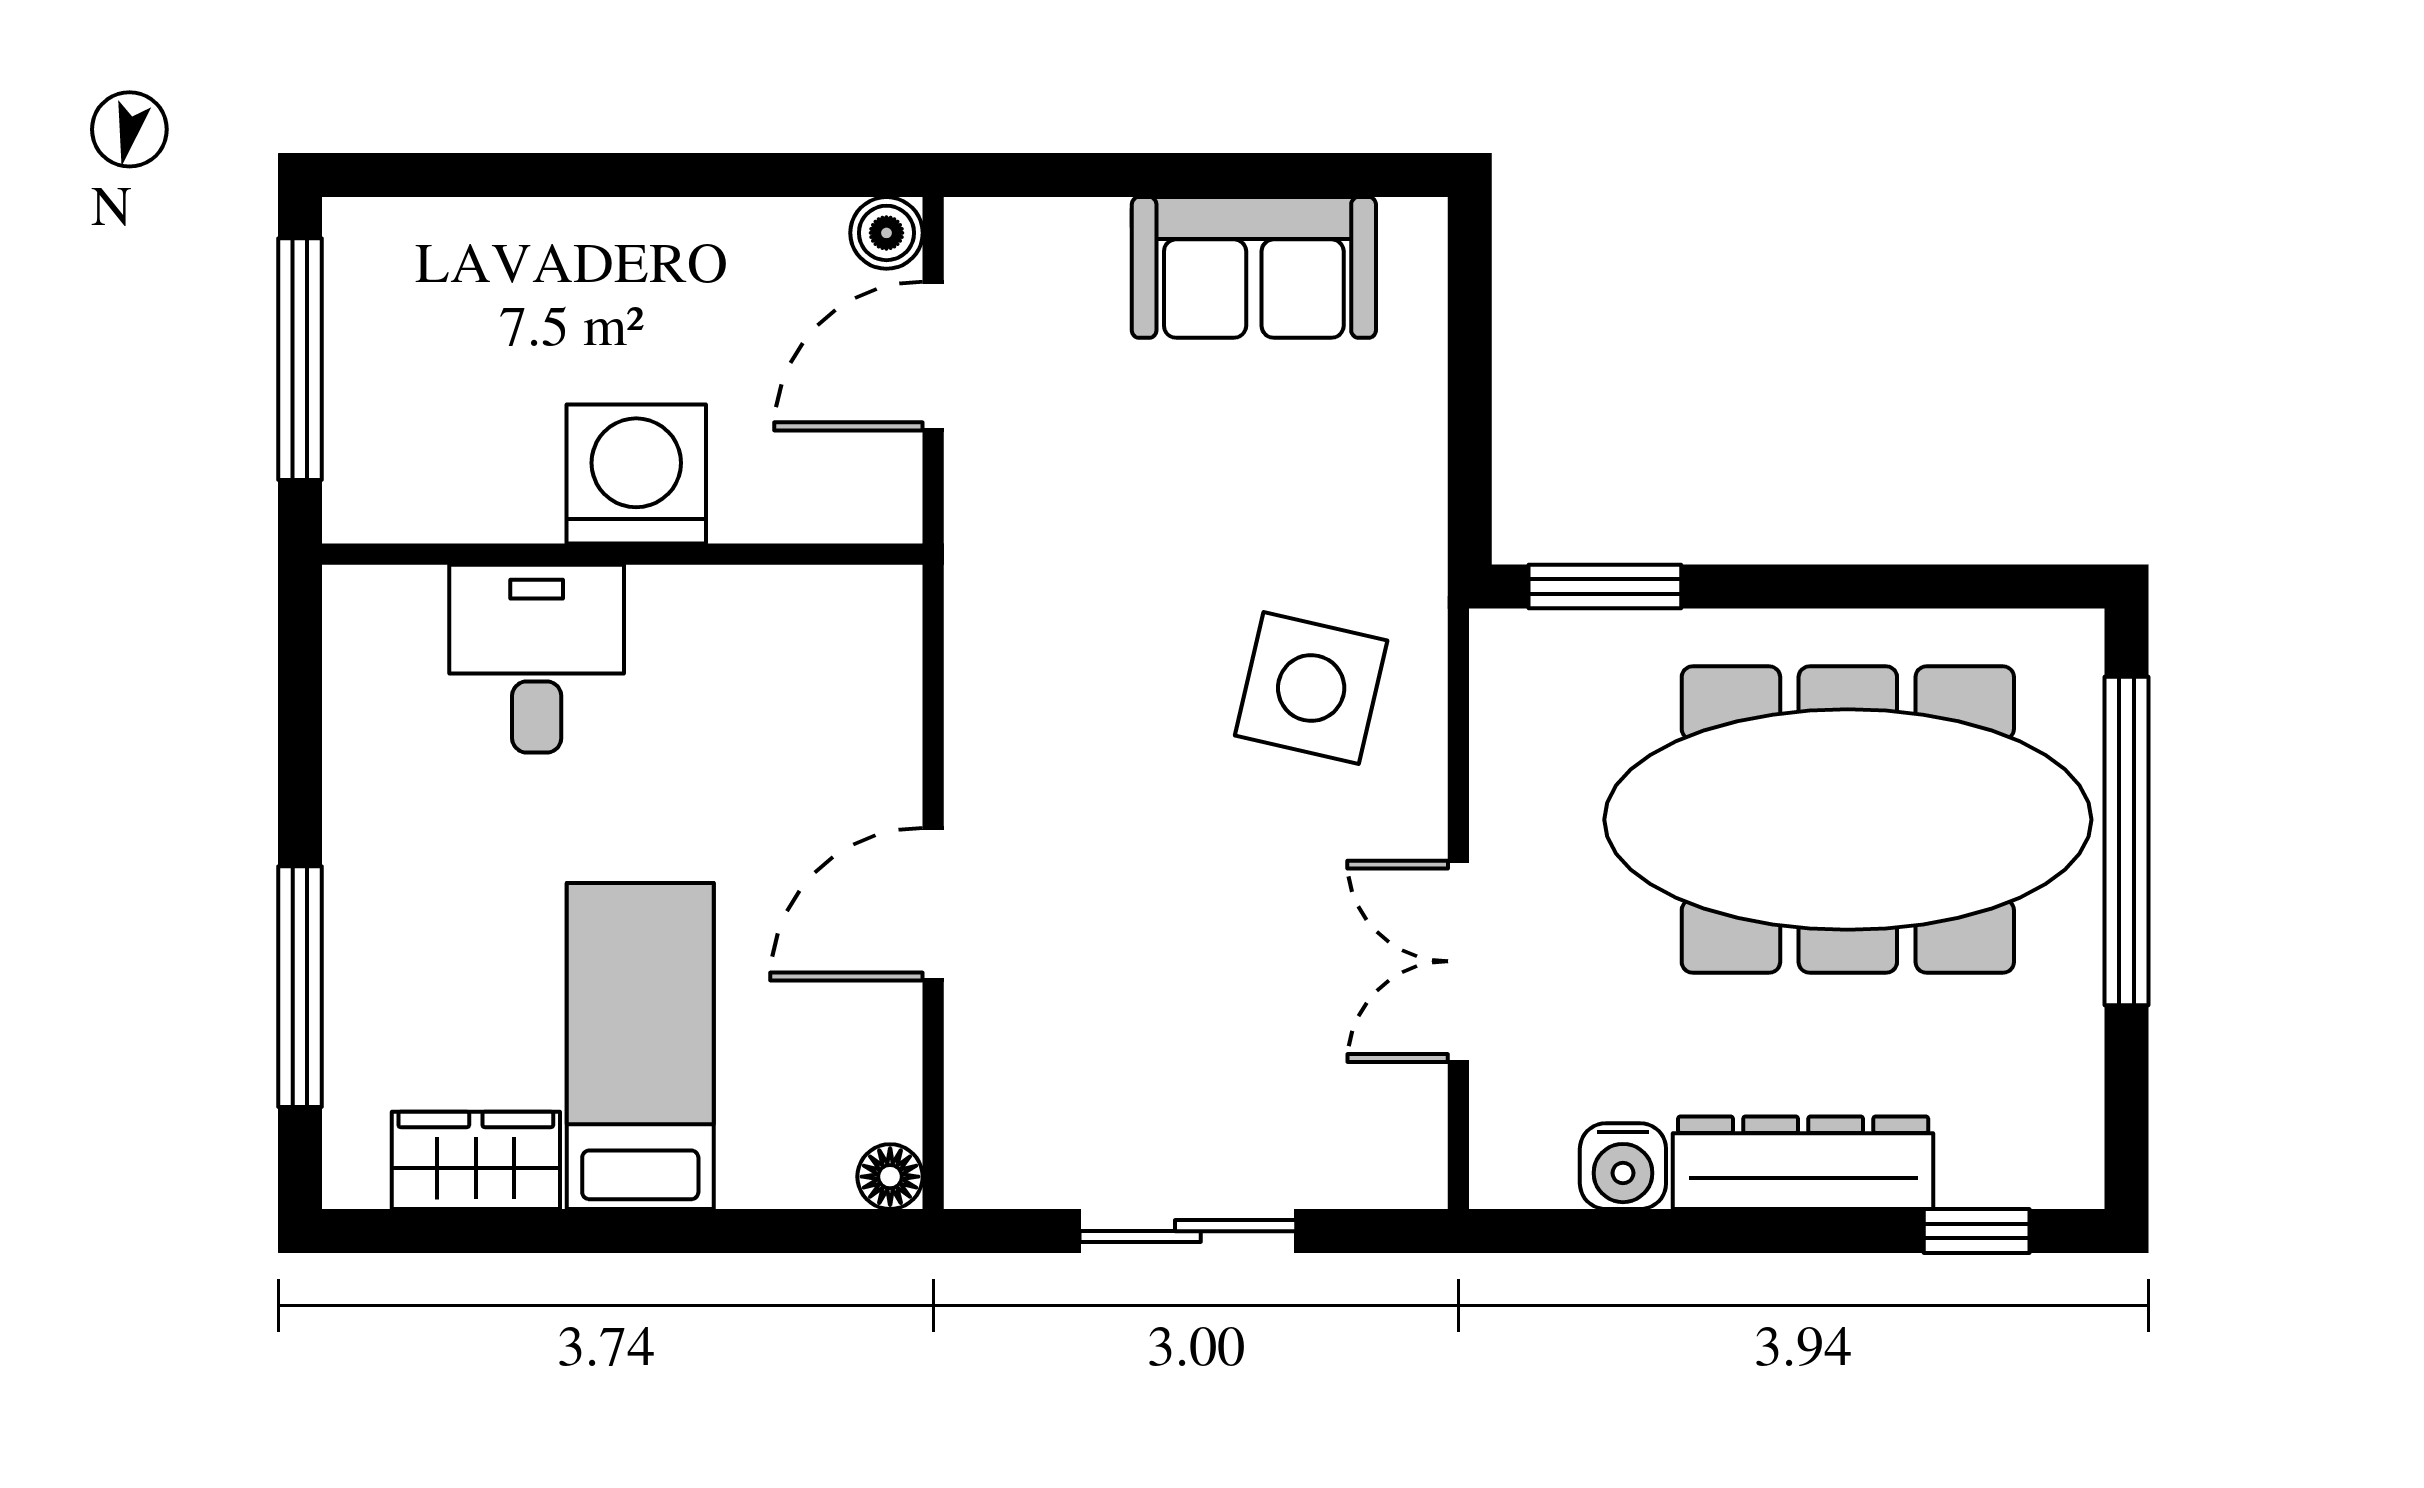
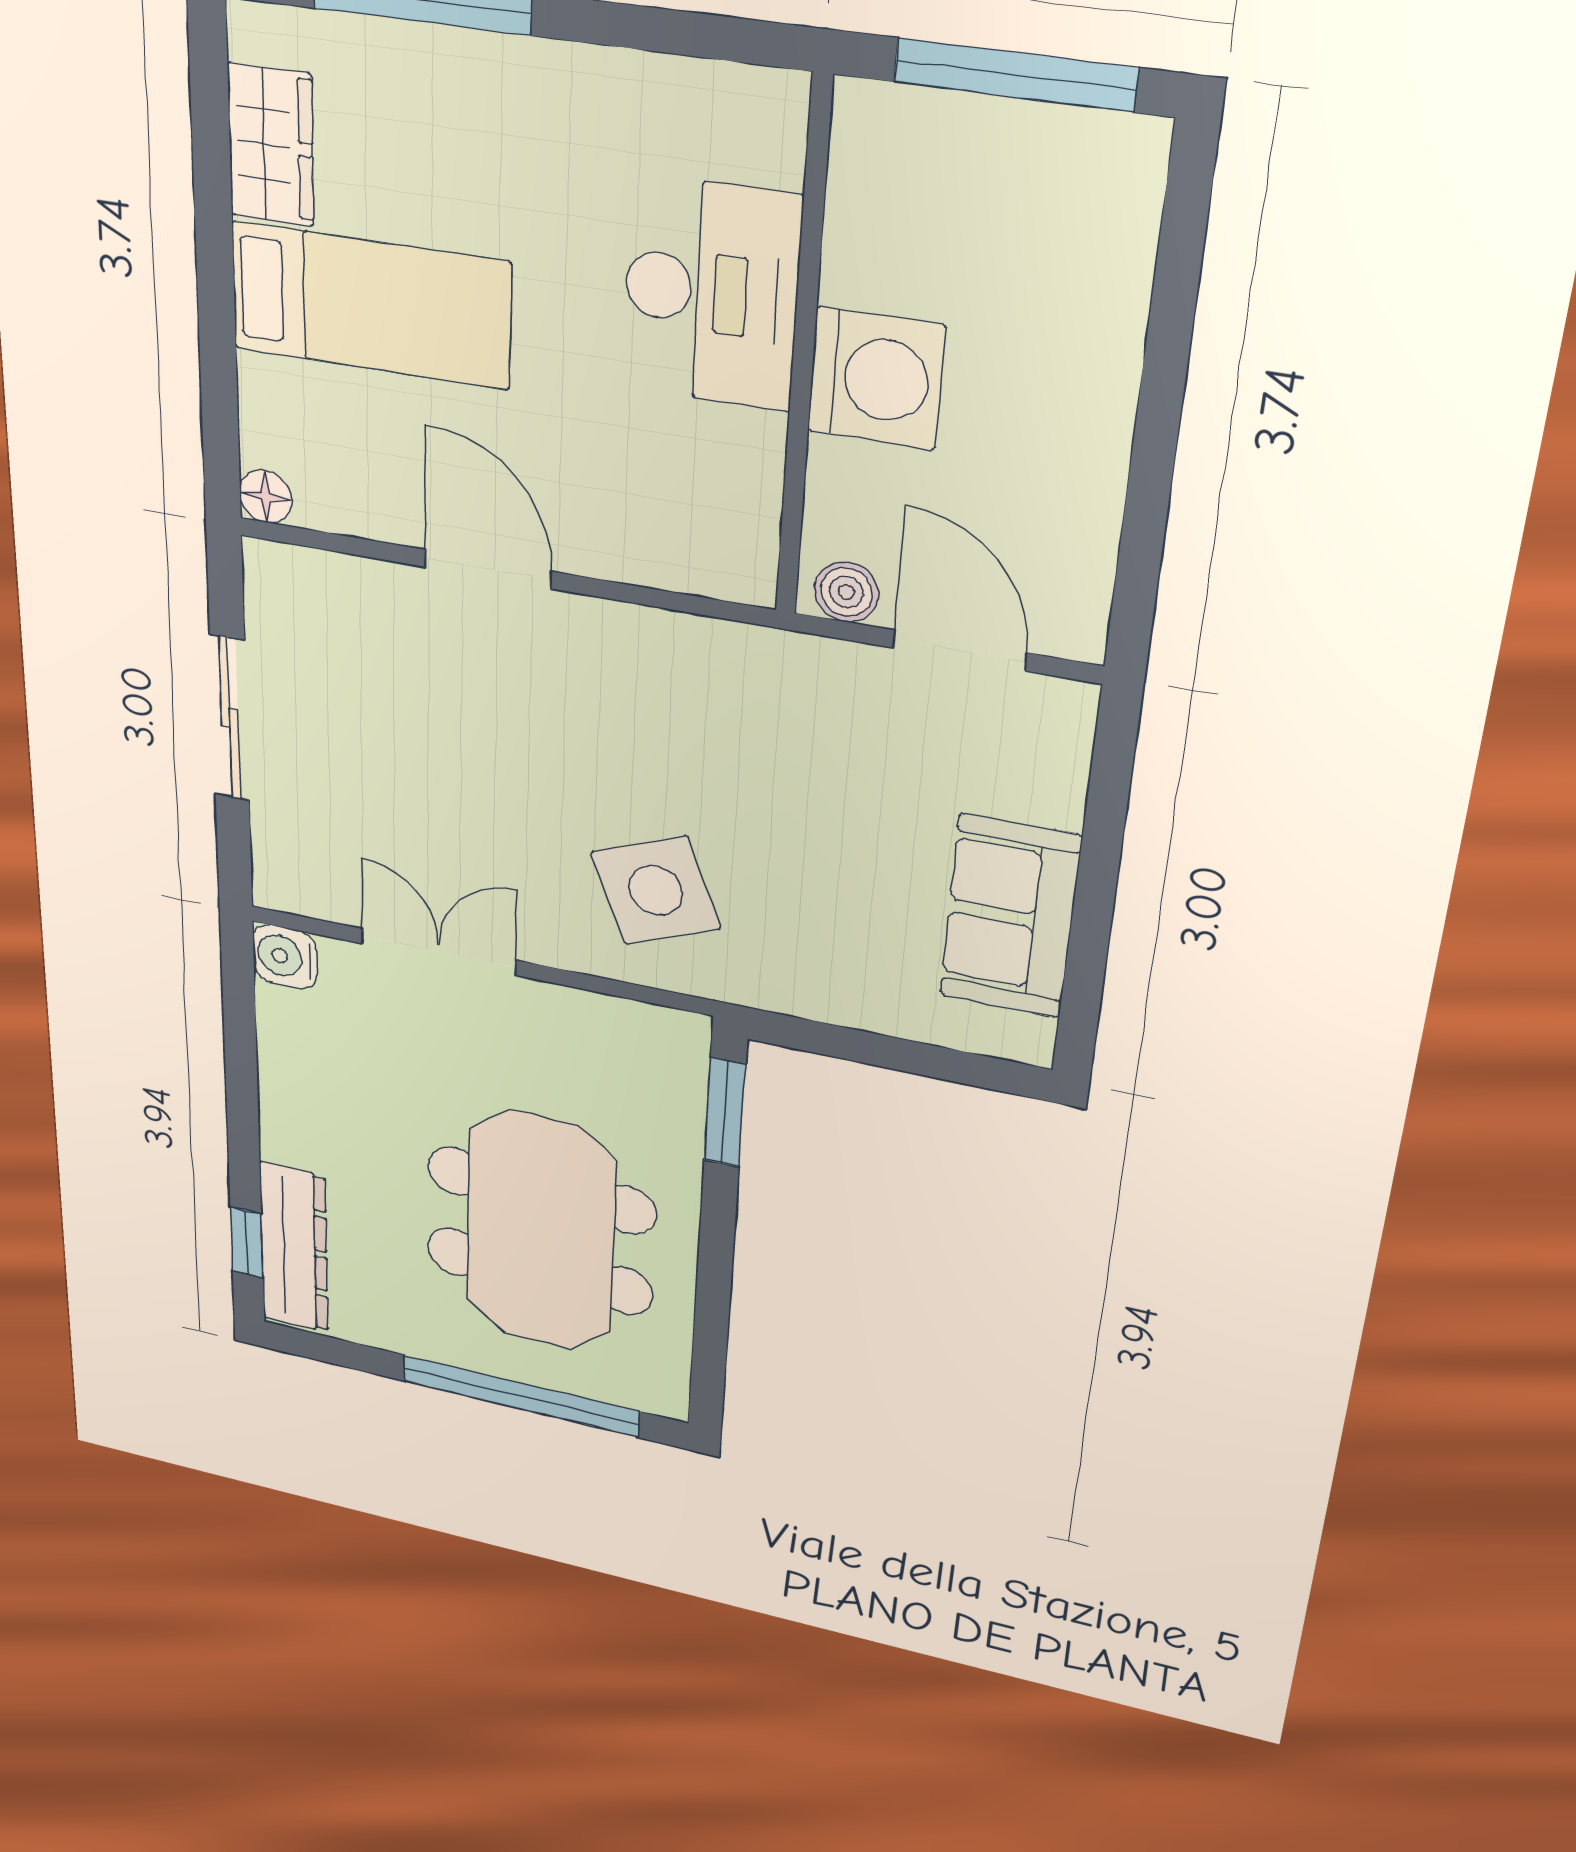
boiler: (886, 233) -> (846, 592), moved
desk: (537, 659) -> (711, 293), width x1.37
side table: (1311, 688) -> (656, 890), turned -35
meeting table: (1848, 820) -> (540, 1231), width x0.73
dresser: (1803, 1163) -> (294, 1248), moved
water cooler: (1623, 1166) -> (285, 957), moved

